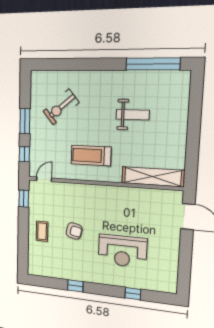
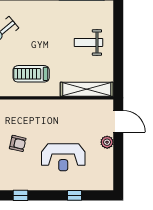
weight bench: (133, 115) -> (88, 42), moved, turned 180
plant: (173, 239) -> (107, 142), added

